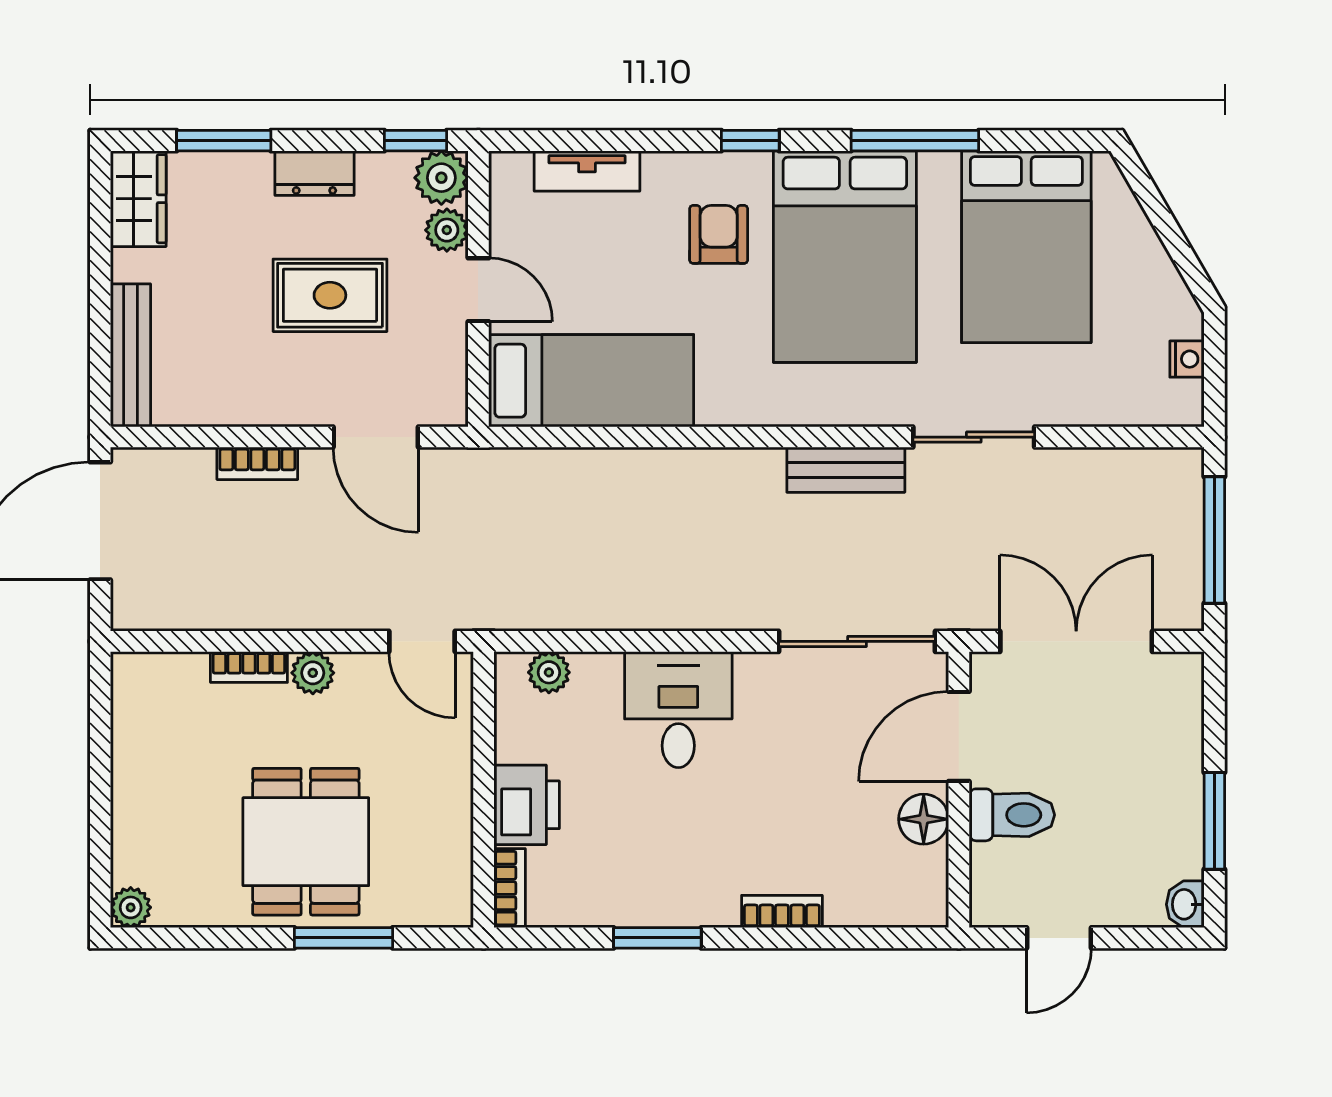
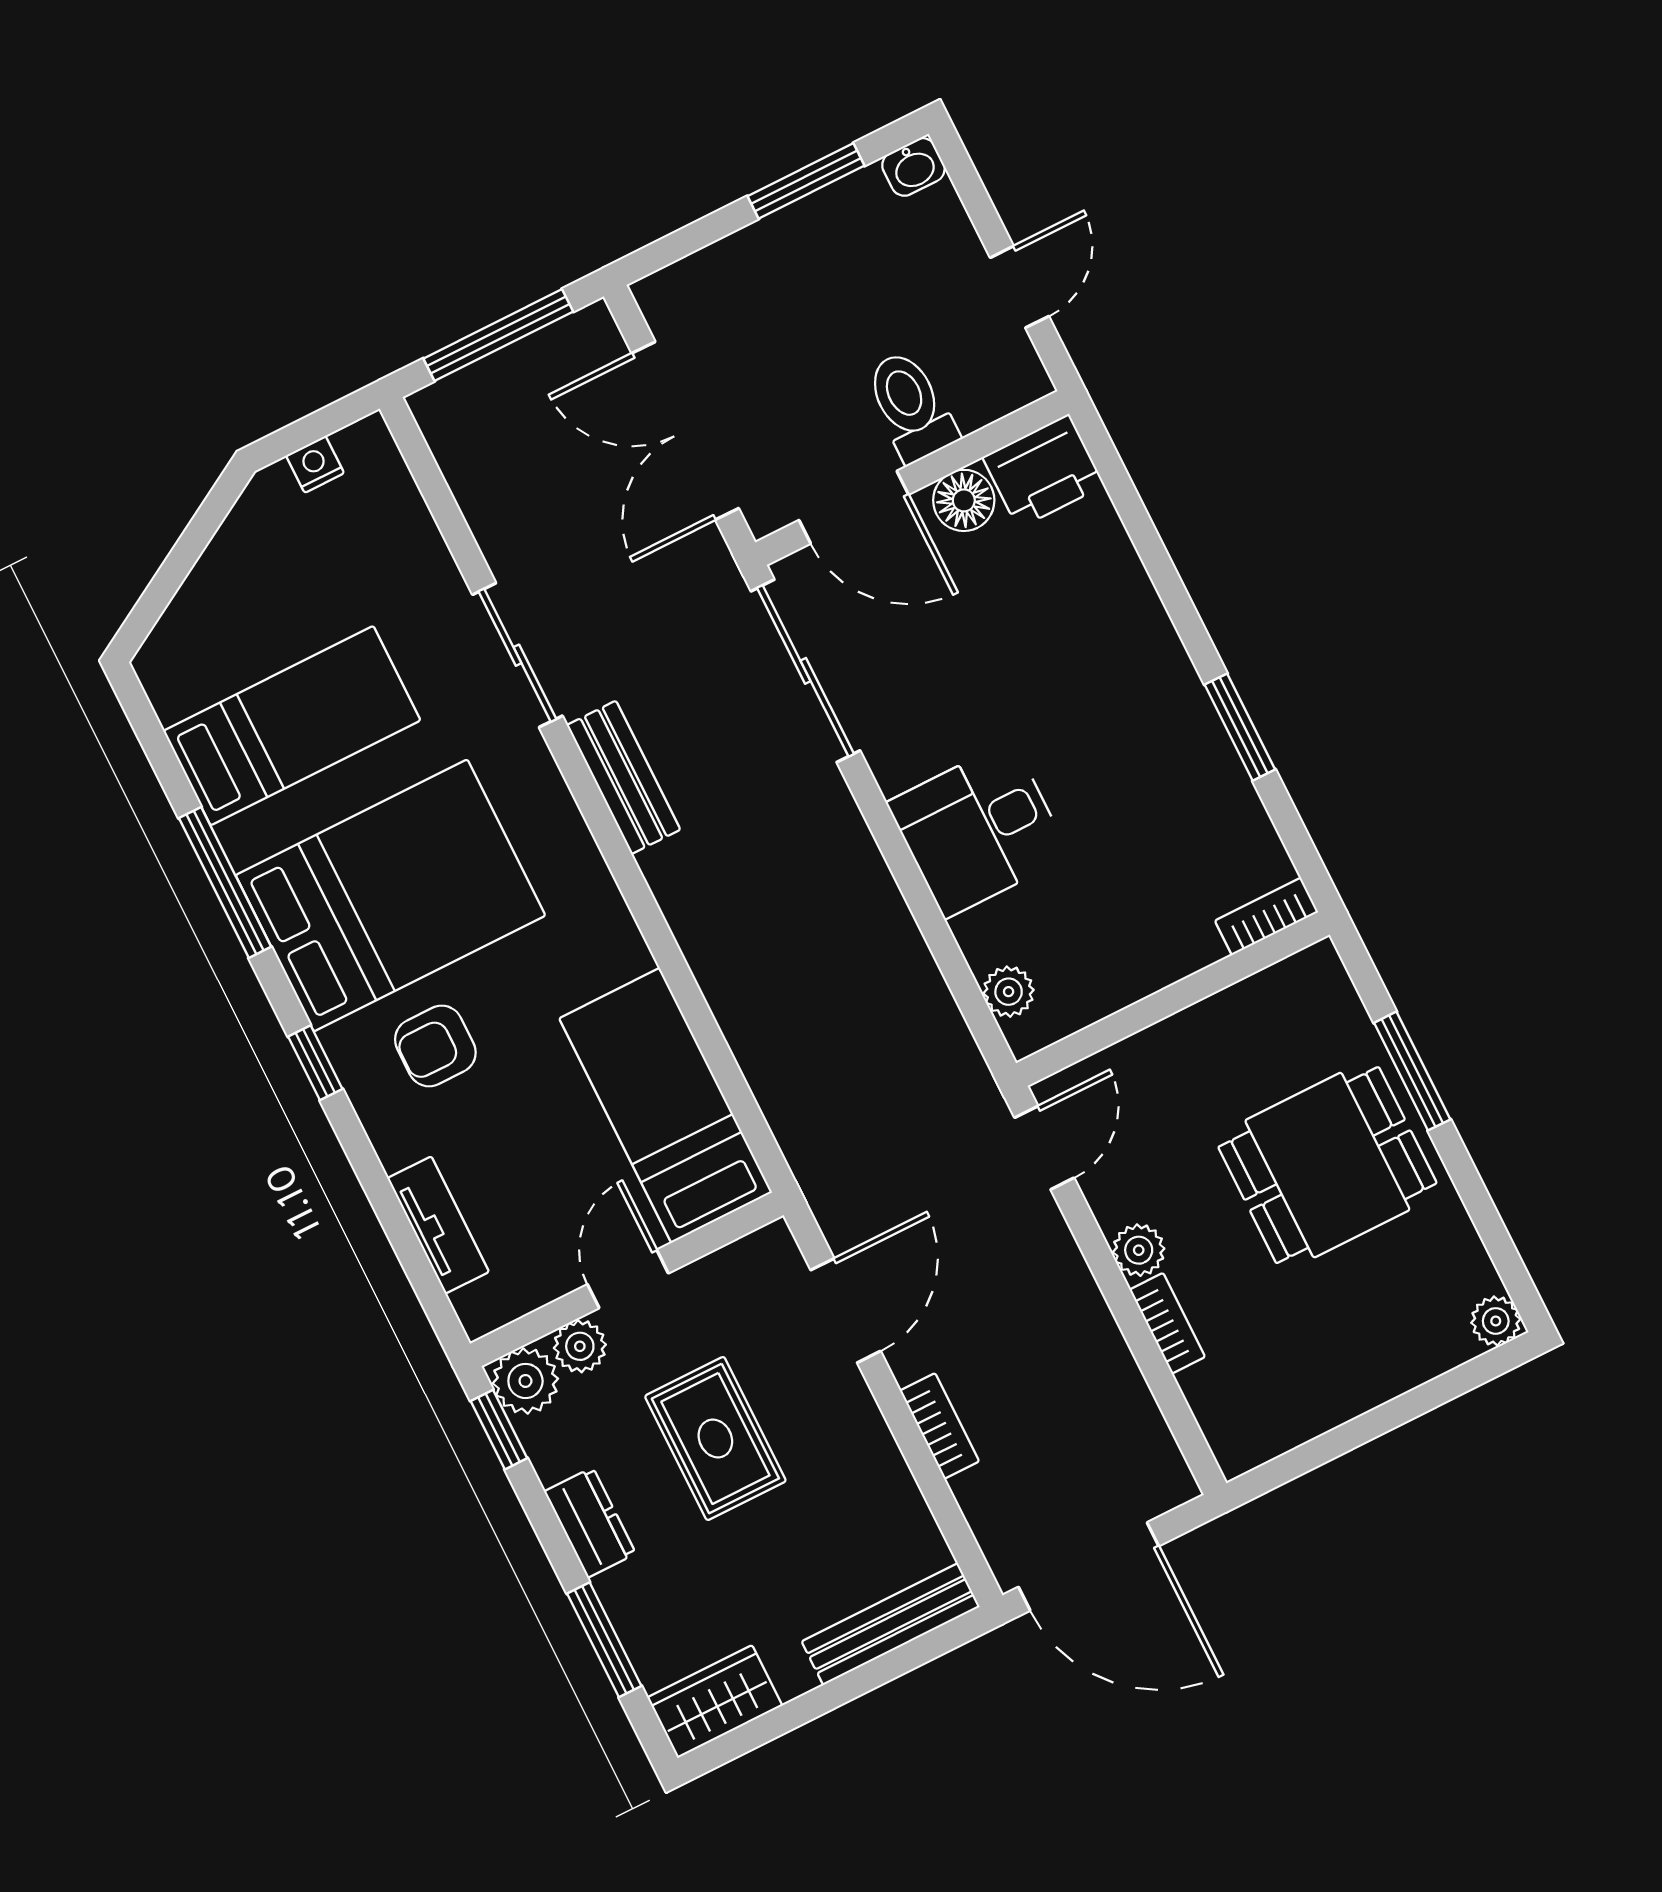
bed: (1026, 247) -> (292, 726), width x0.67
printer: (527, 805) -> (1043, 471), moved, turned 180
bookcase: (782, 911) -> (1143, 605), removed
door: (1059, 938) -> (1020, 287), hinge flipped

